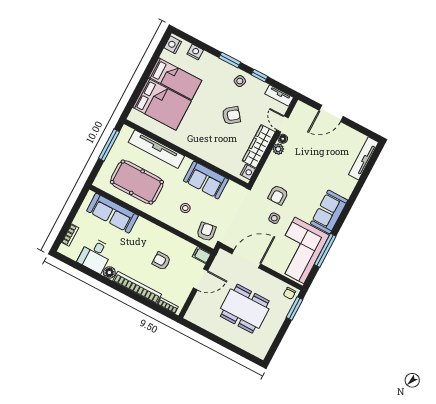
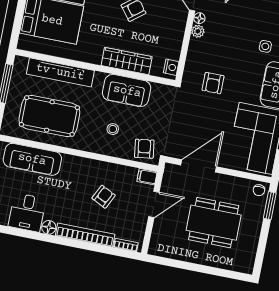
wardrobe: (259, 146) -> (127, 61), moved, turned 90
side table: (274, 218) -> (265, 46), moved
armchair: (161, 261) -> (104, 197), turned 116

